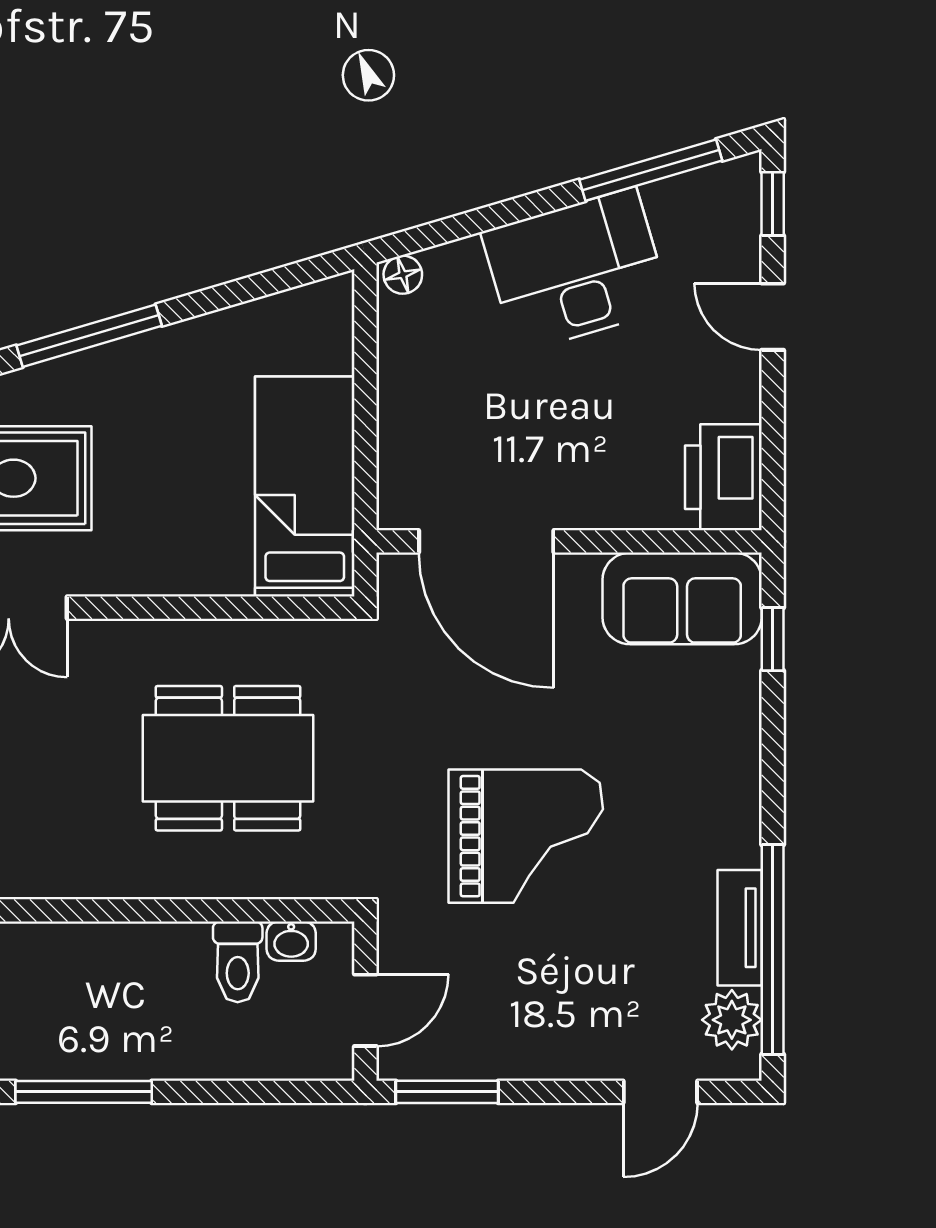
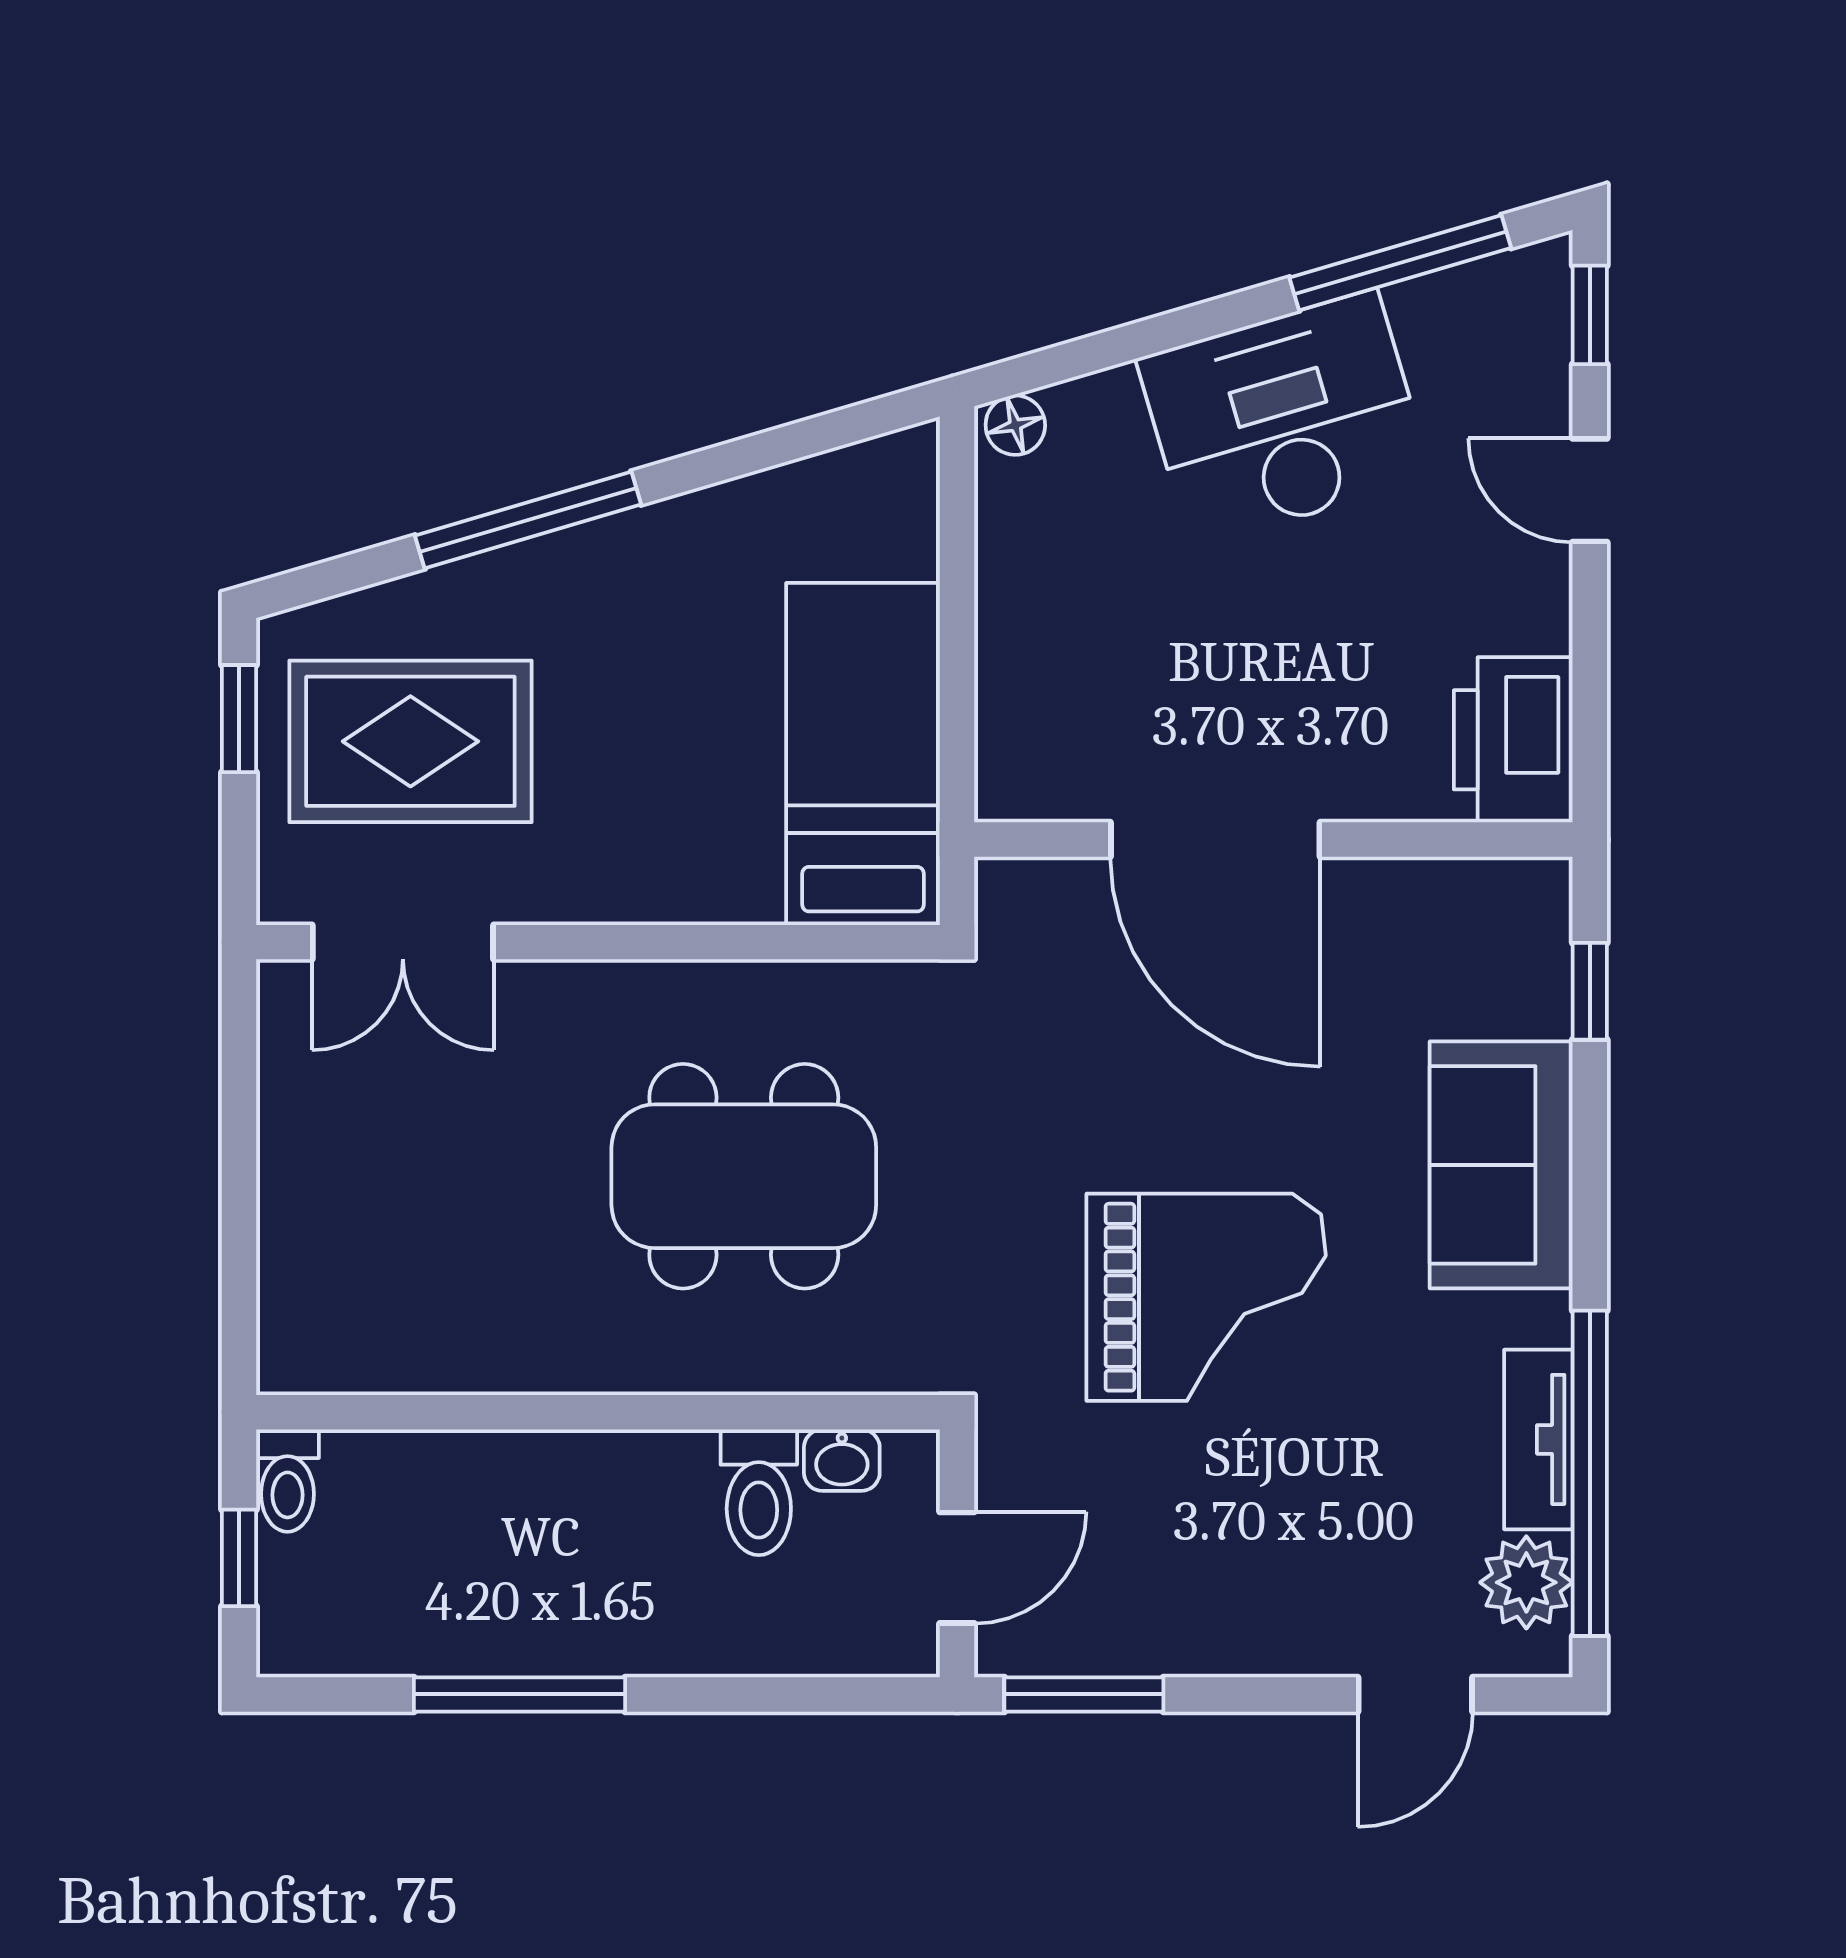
door: (486, 541) -> (1215, 840), moved
sofa: (682, 598) -> (1501, 1165), moved, turned 90

